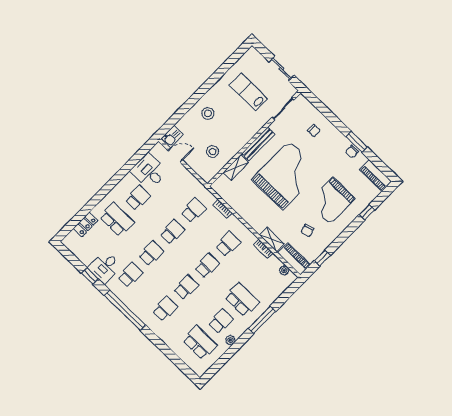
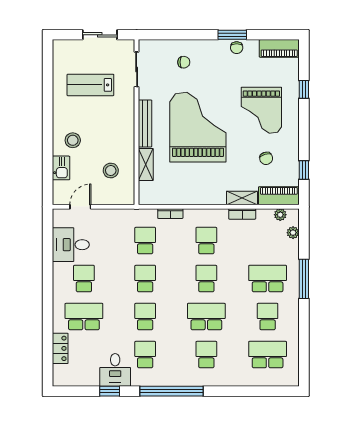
kitchen sink: (172, 137) -> (61, 168), moved
school desk: (186, 287) -> (206, 317), width x1.85
plant: (230, 340) -> (293, 233), moved

